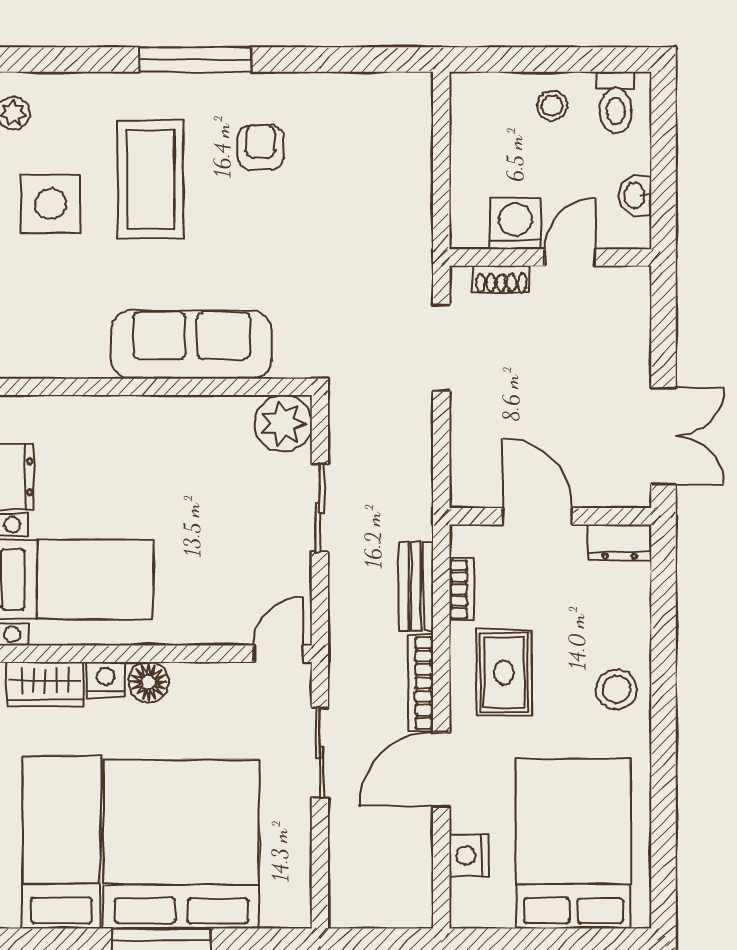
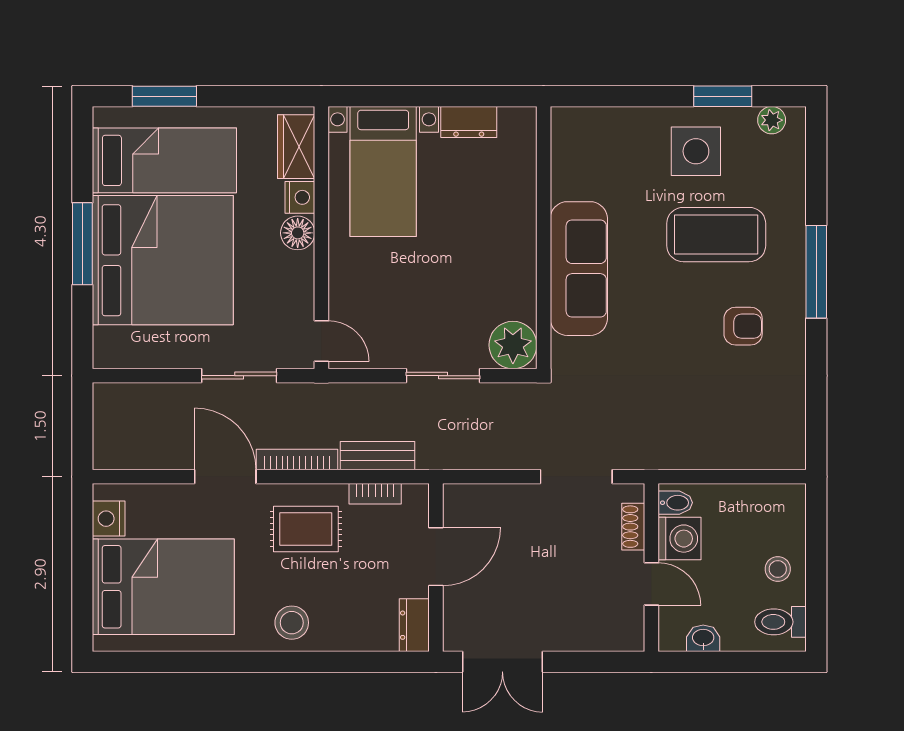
bidet: (473, 229) -> (675, 503), added
nightstand: (469, 855) -> (109, 519), moved, turned -90

